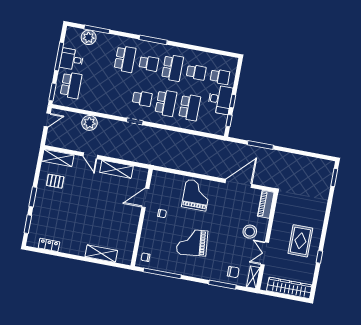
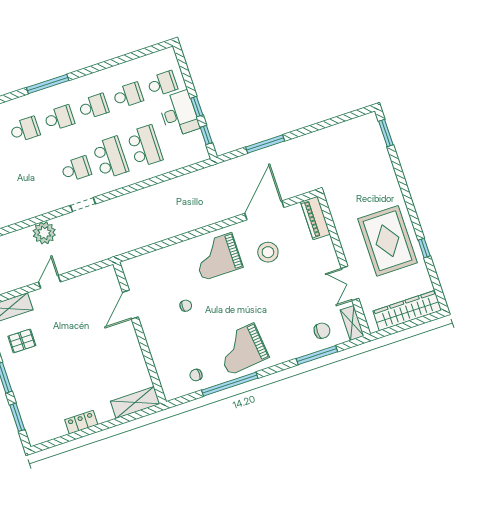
school desk: (125, 59) -> (25, 129), width x0.54
school desk: (172, 68) -> (94, 107), width x0.54
plant: (90, 123) -> (44, 233), moved
door: (90, 156) -> (50, 282), swing flipped
shelving: (116, 169) -> (94, 281), removed
grand piano: (196, 195) -> (217, 257), turned -90
door: (145, 198) -> (130, 305), moved
wall: (142, 217) -> (140, 333), moved
stool: (250, 232) -> (268, 252), moved
rug: (300, 241) -> (387, 241), width x1.37, depth x1.44
grand piano: (192, 242) -> (242, 349), moved
locker: (49, 245) -> (81, 422), moved

